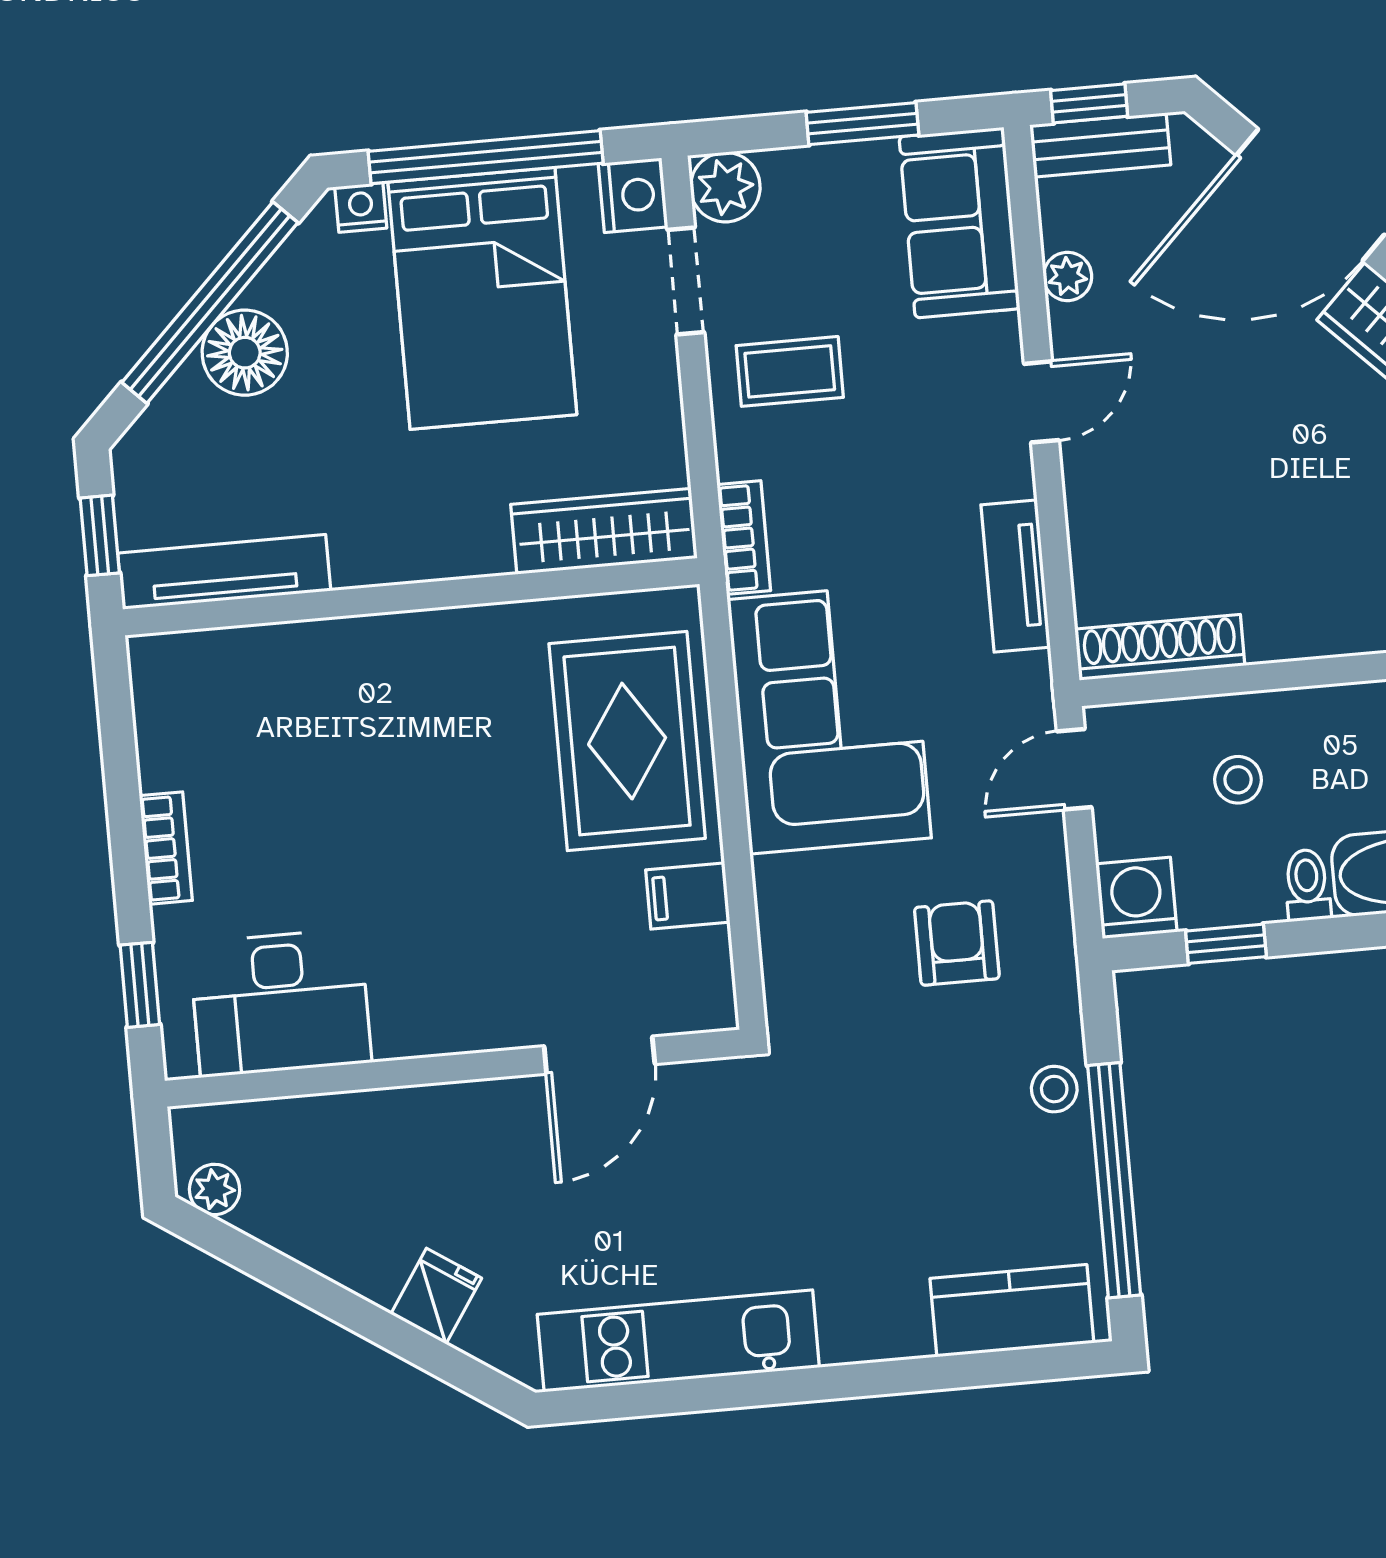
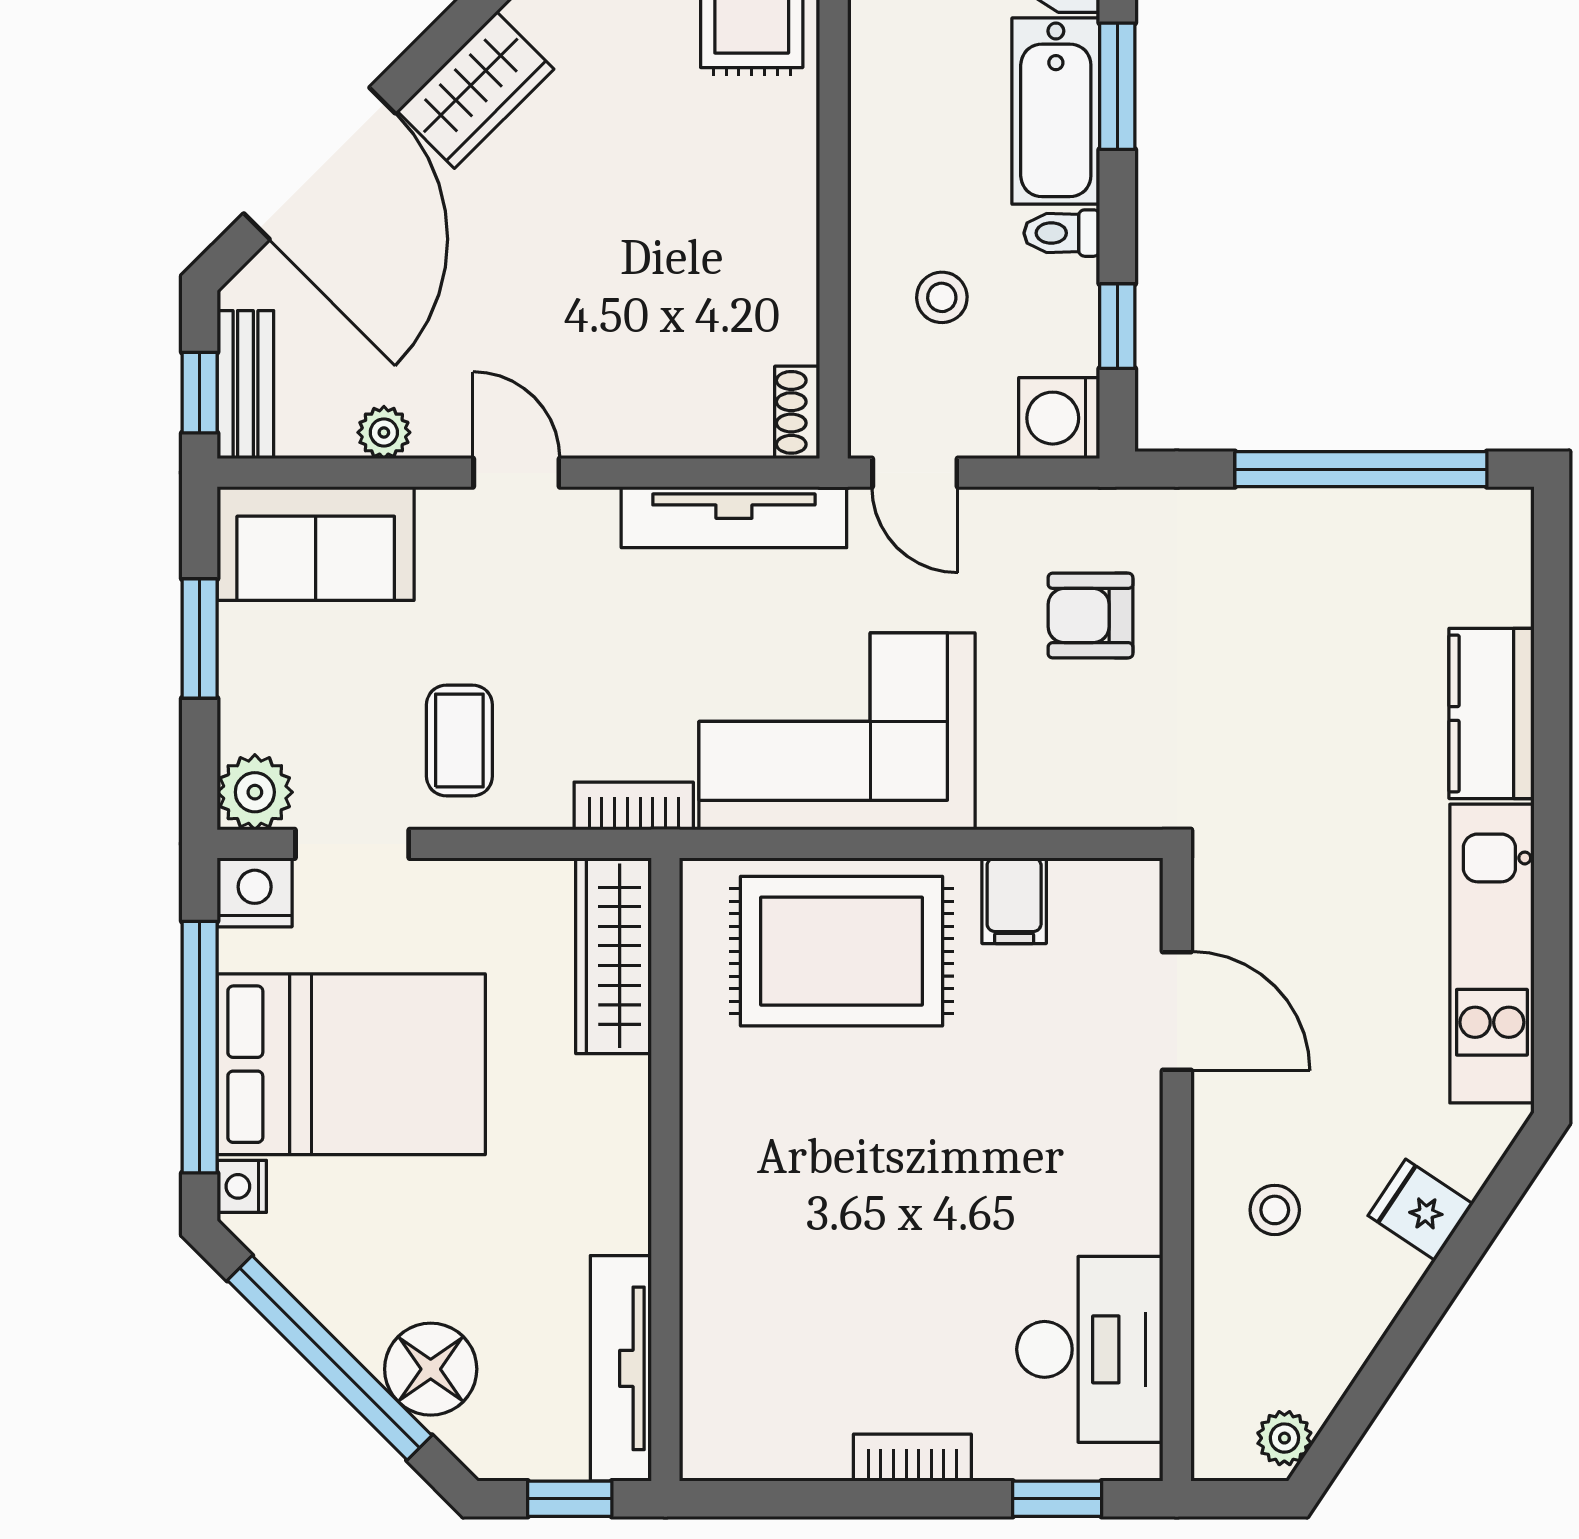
floor lamp: (245, 353) -> (431, 1369), moved
tv unit: (1016, 576) -> (734, 517), width x1.41
shoe rack: (1160, 647) -> (797, 412), width x0.51, depth x0.81
stool: (1054, 1089) -> (1275, 1210), moved
kitchen counter: (1012, 1311) -> (1491, 713), moved

